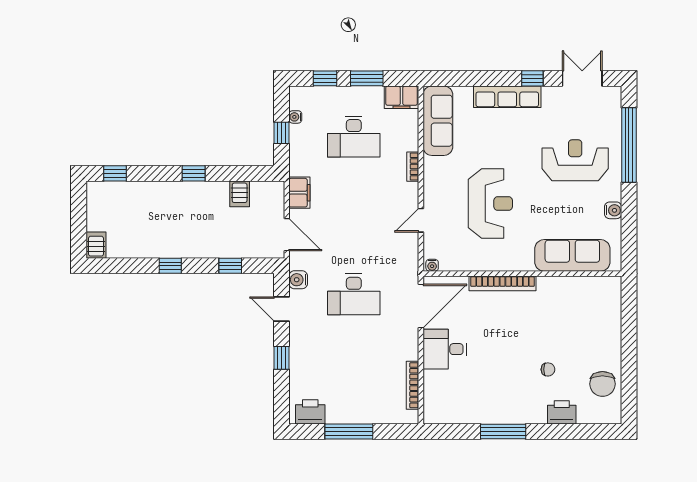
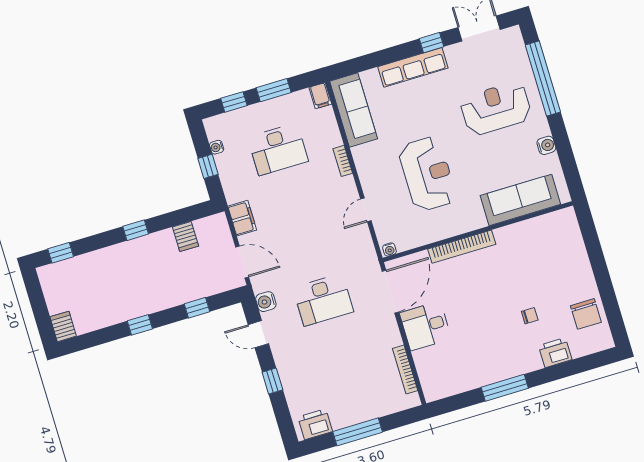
filing cabinet: (402, 97) -> (320, 96), width x0.50

